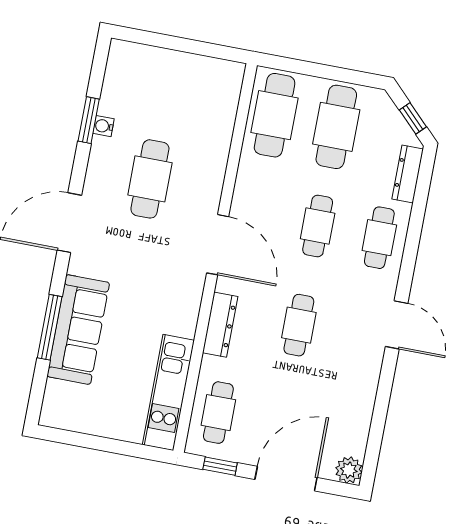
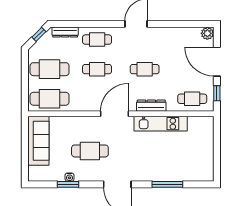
sofa: (78, 330) -> (38, 141), moved, turned 90
kitchen unit: (168, 393) -> (161, 124), moved

